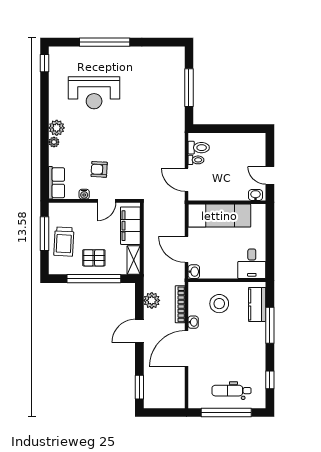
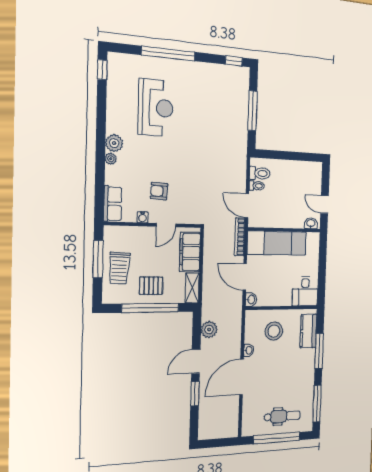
window: (168, 42) -> (234, 61), added
reception desk: (94, 93) -> (156, 108), turned -90
bookcase: (180, 304) -> (240, 237), moved
window: (270, 380) -> (317, 404), width x2.17
window: (139, 387) -> (195, 394), moved
dental chair: (232, 391) -> (282, 416), turned 180

